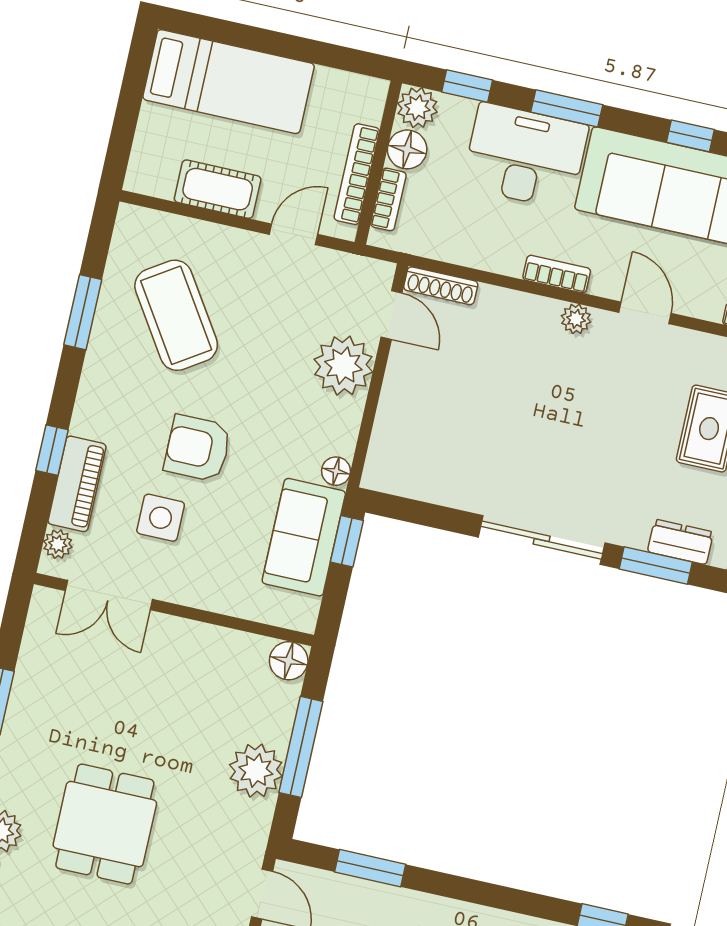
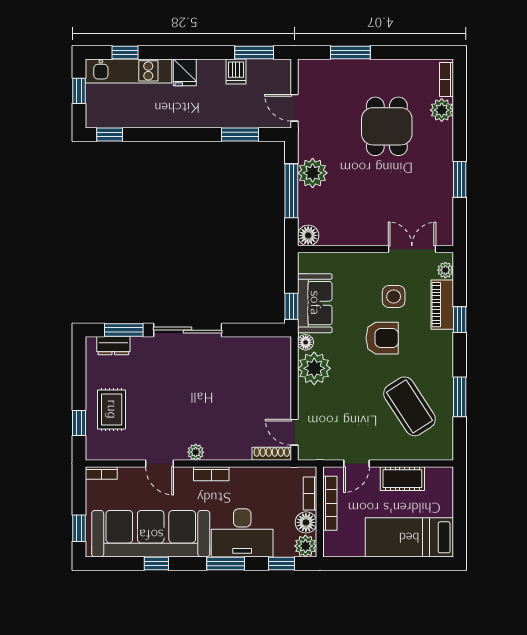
plant: (343, 366) -> (314, 368), moved

